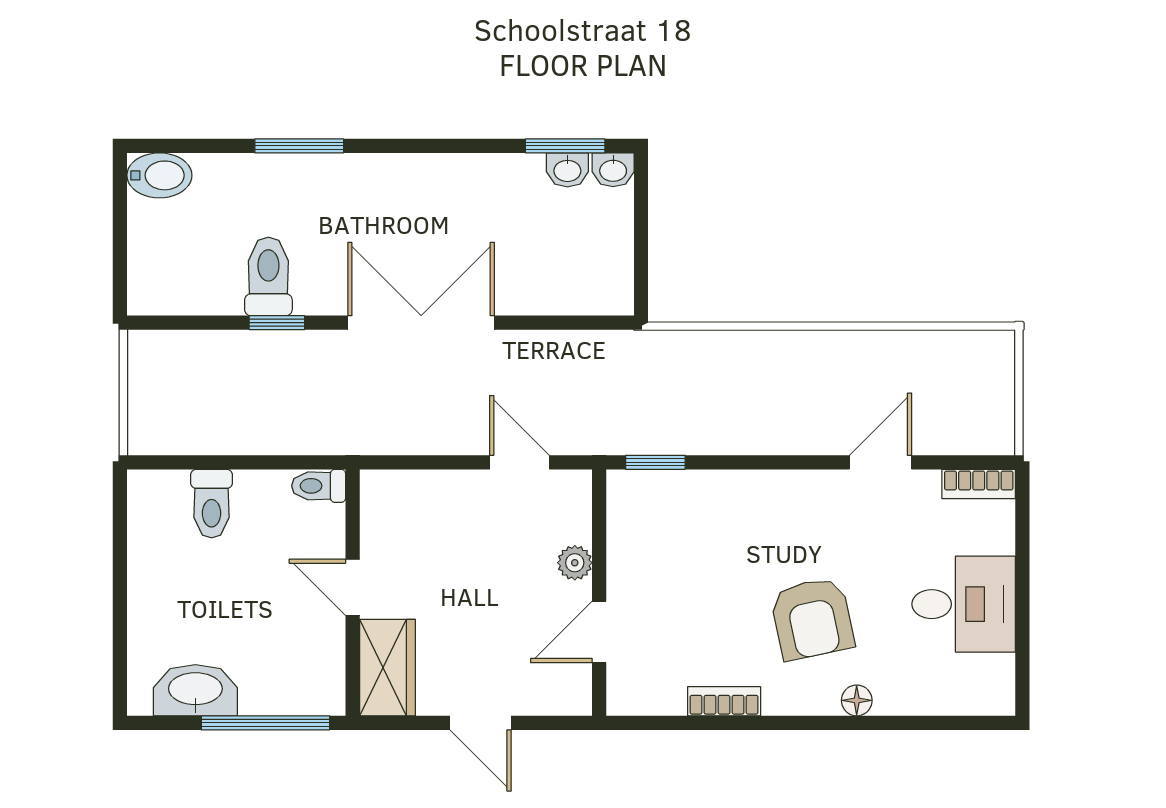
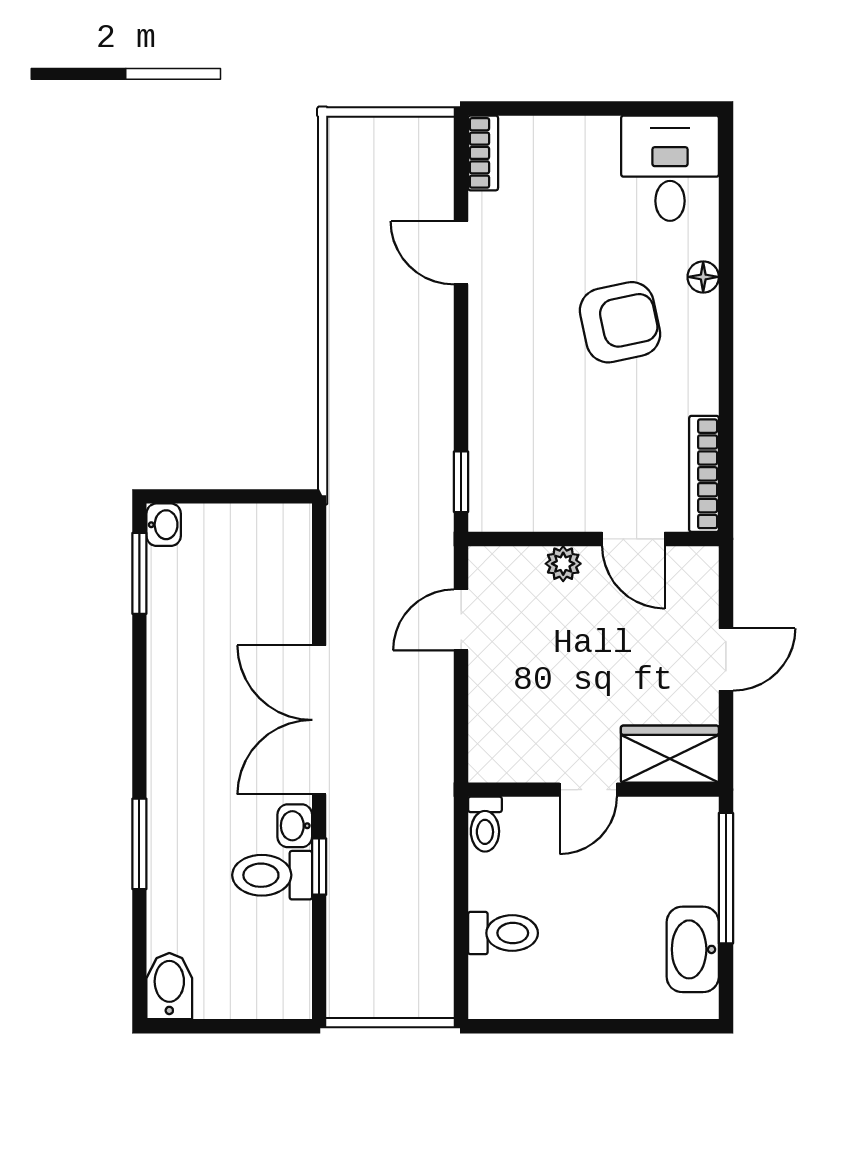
washbasin: (567, 170) -> (295, 826), moved, turned 180
desk: (964, 604) -> (670, 168), moved
bookcase: (724, 701) -> (704, 474), moved, width x1.56

